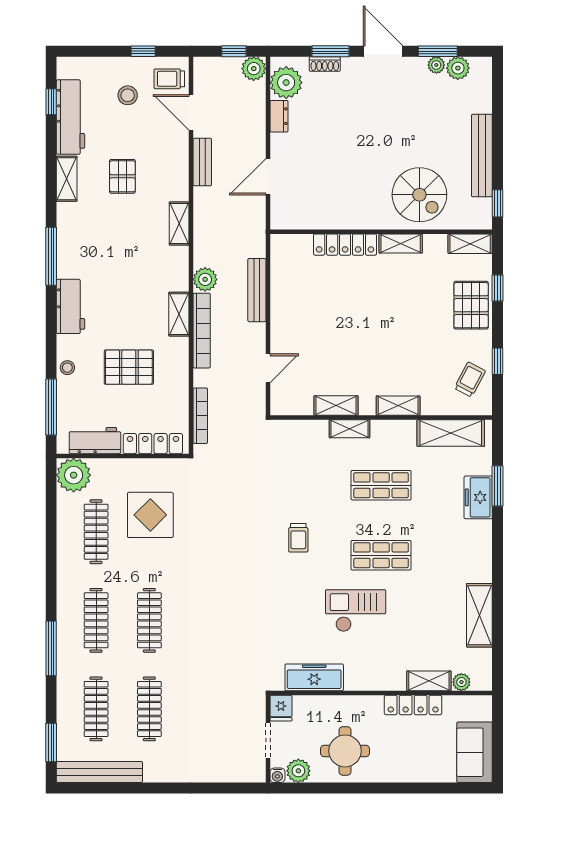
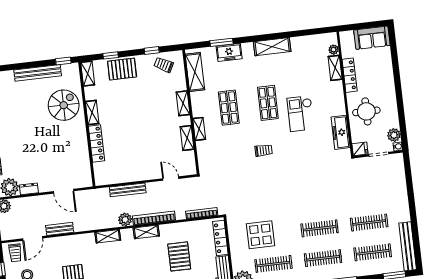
shelving: (179, 224) -> (108, 236), moved
shelving: (479, 615) -> (272, 47), moved
round table: (345, 751) -> (366, 111), moved

